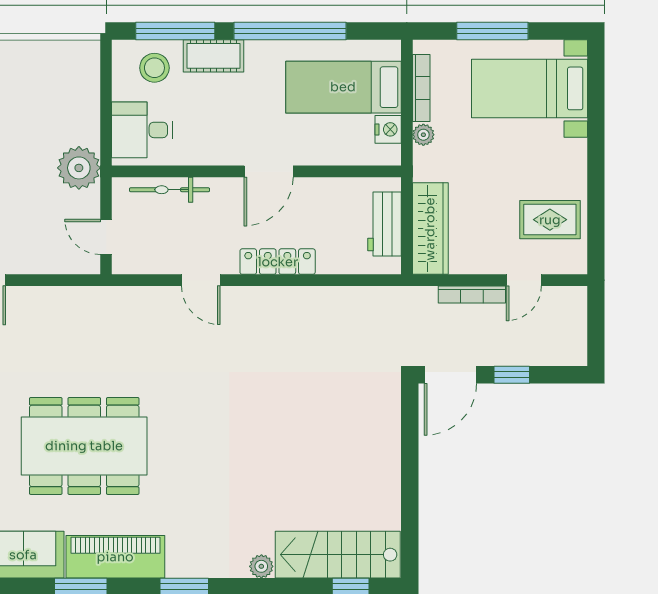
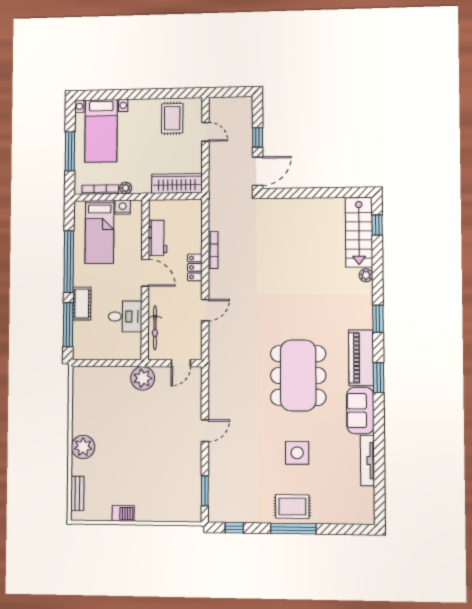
stool: (154, 68) -> (88, 336), removed
desk: (142, 130) -> (125, 316), moved, turned -90
workbench: (384, 224) -> (158, 238), moved, turned -90
locker: (278, 262) -> (195, 267), width x0.66
bookcase: (472, 295) -> (213, 250), moved
door: (450, 375) -> (258, 171), hinge flipped

